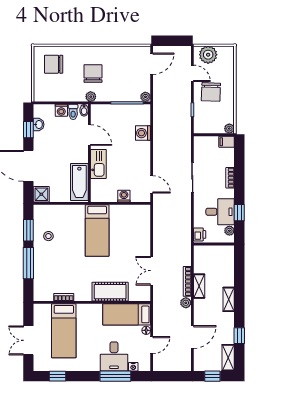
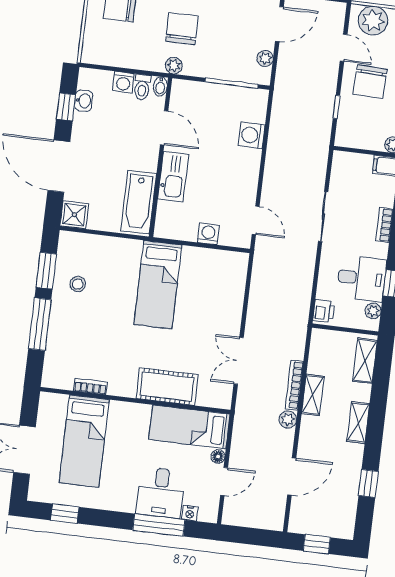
plant: (145, 97) -> (265, 58), moved
shelving: (228, 358) -> (365, 361), moved

